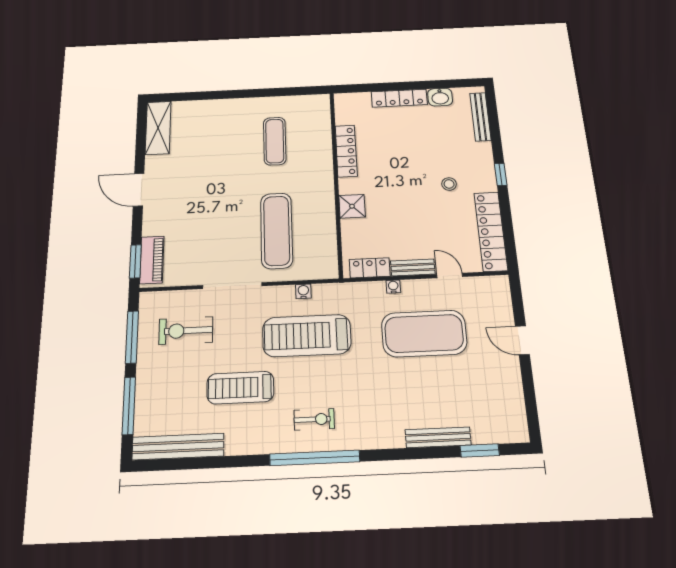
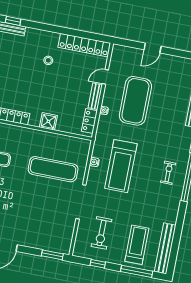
window: (501, 174) -> (13, 21), moved
piano: (152, 260) -> (54, 245), removed
window: (132, 337) -> (98, 264), width x0.46
treadmill: (240, 388) -> (137, 245), moved, turned 180

